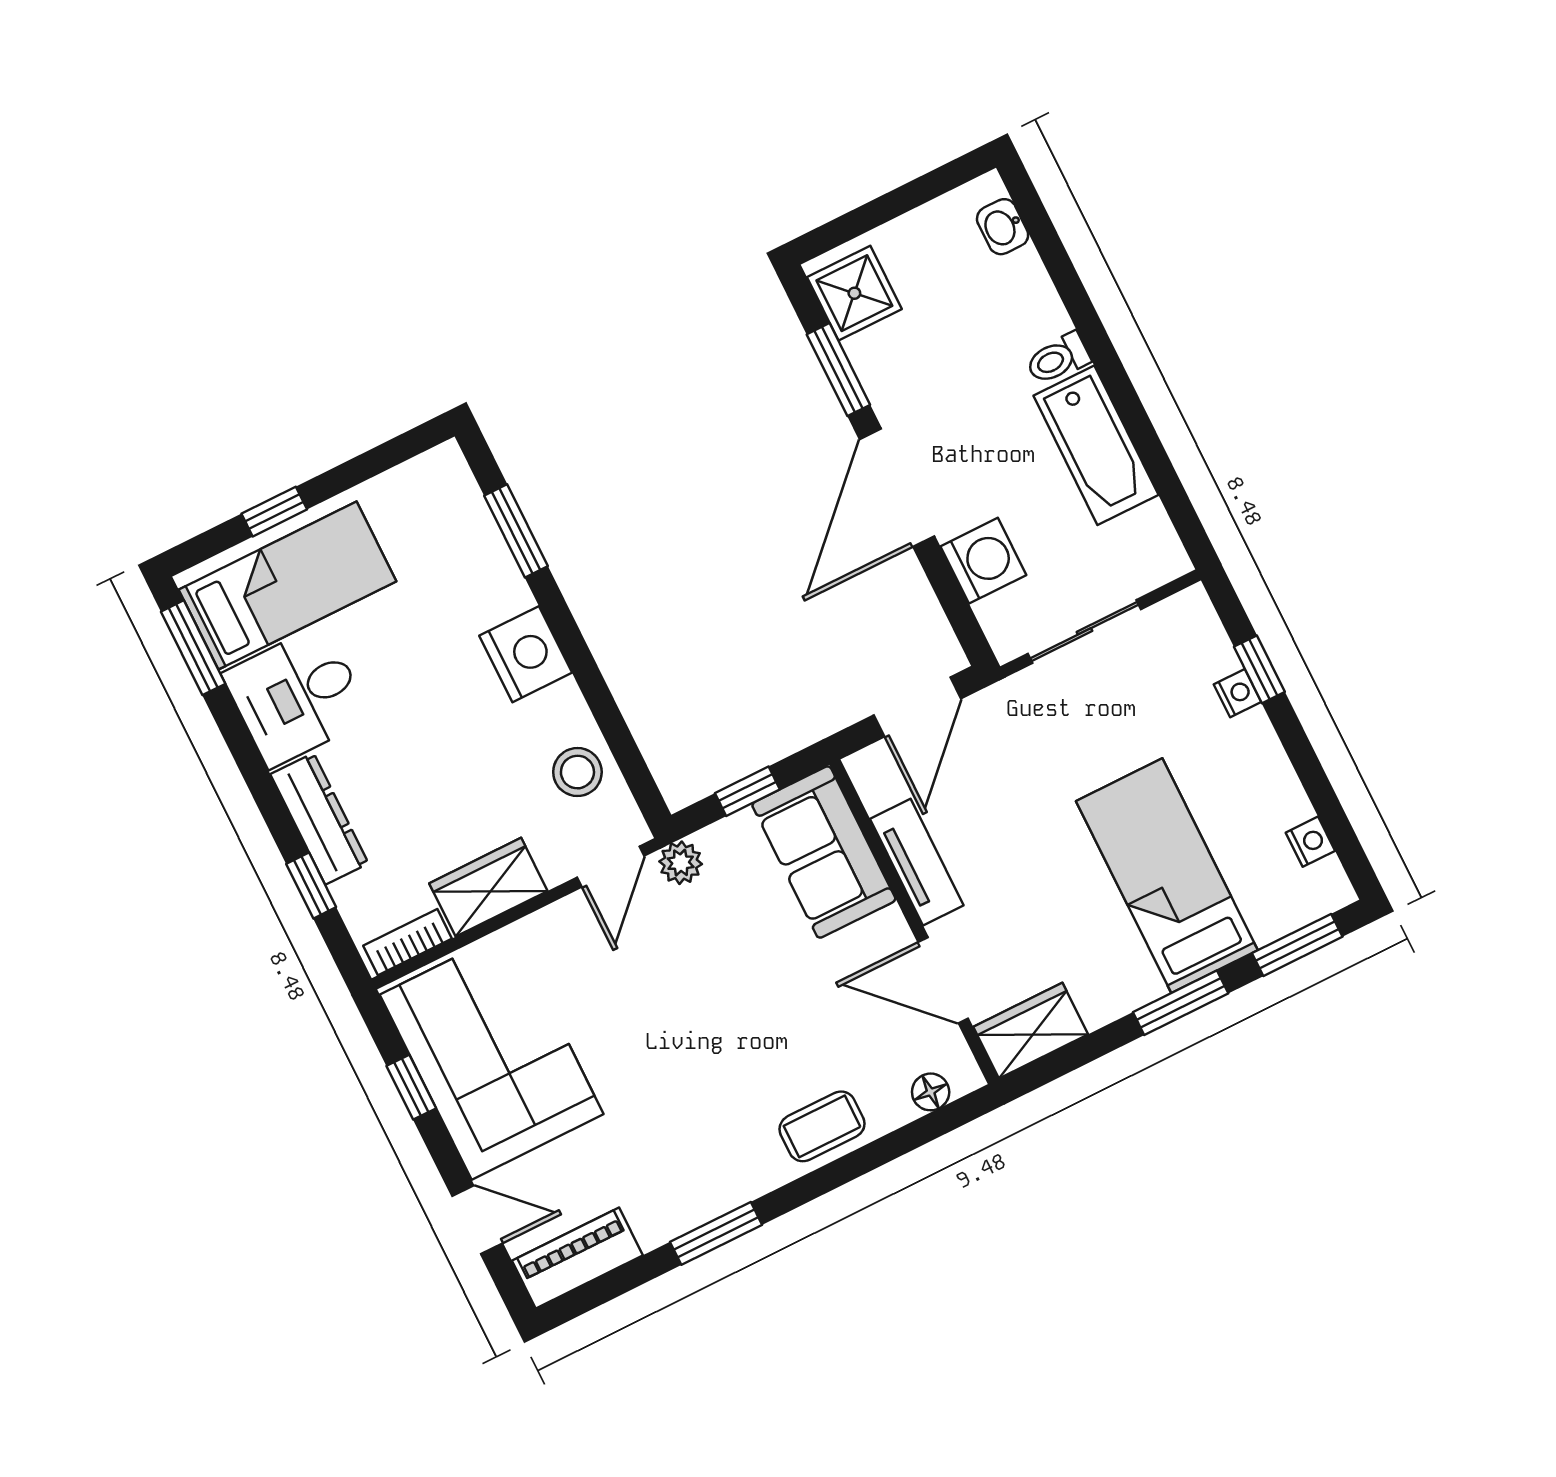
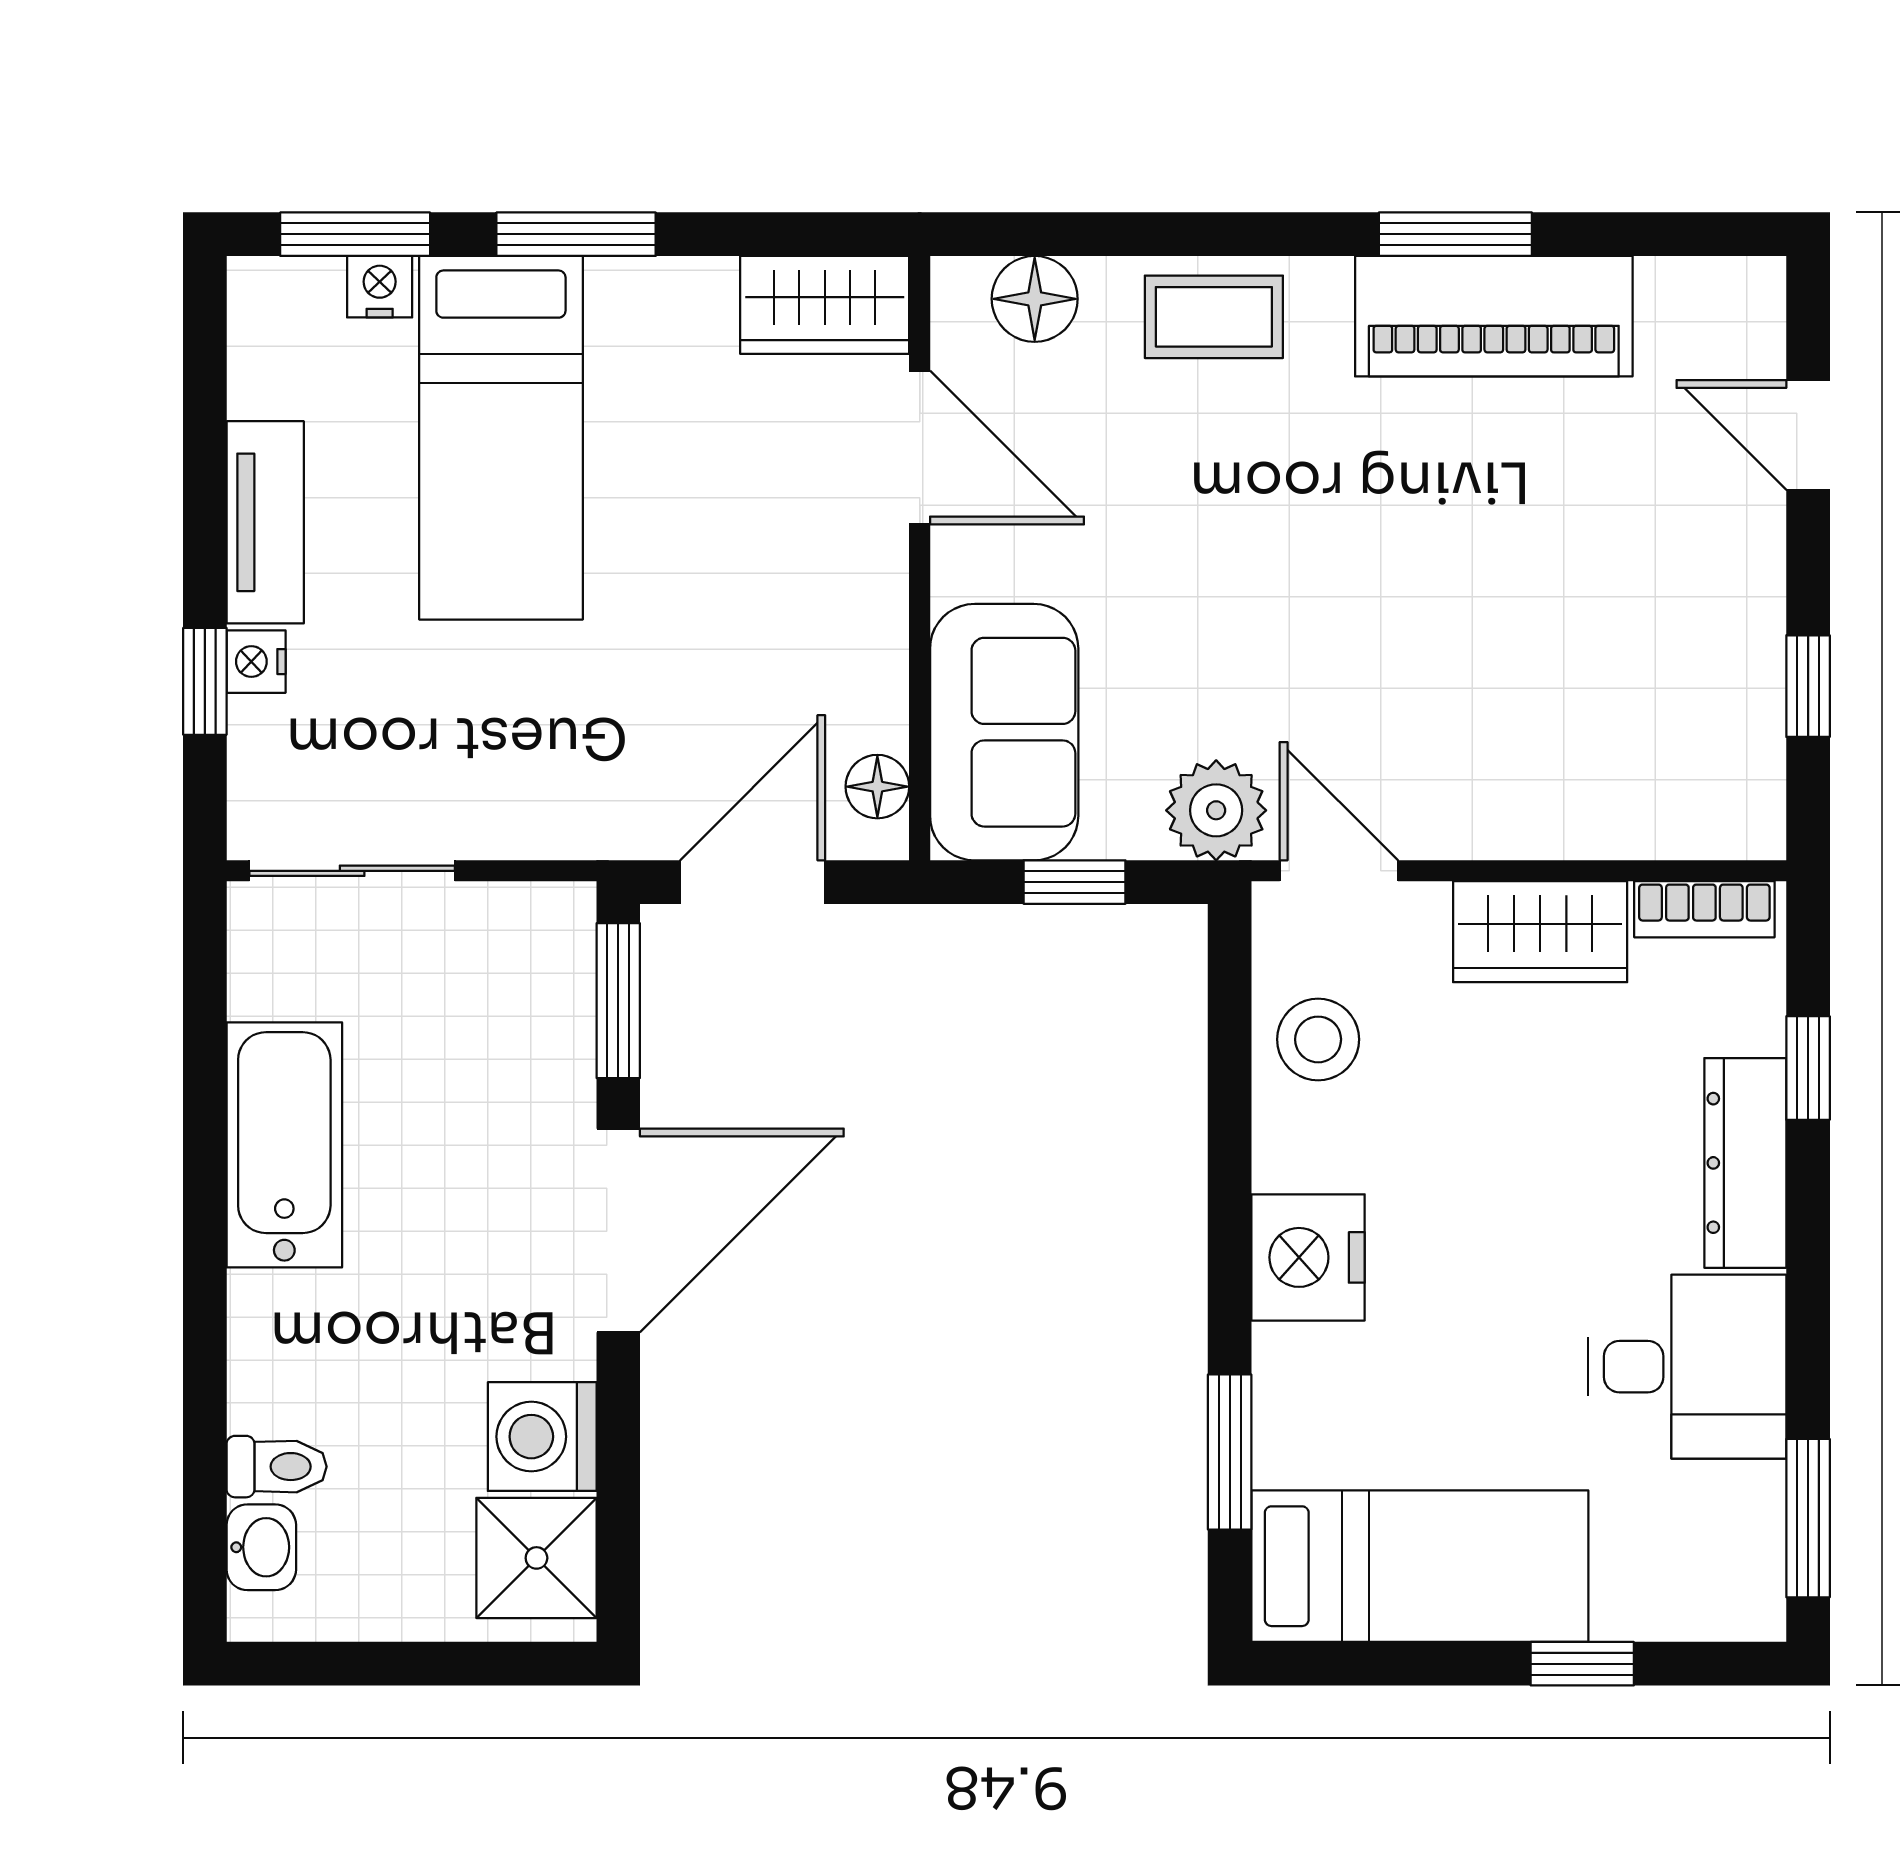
toilet: (1058, 359) -> (277, 1467), moved
window: (838, 370) -> (618, 1001), moved
washing machine: (983, 561) -> (542, 1437), moved
bed: (287, 586) -> (1420, 1566), moved, turned 180
sliding door: (1084, 631) -> (352, 871), moved
floor lamp: (877, 790) -> (877, 787), added
nightstand: (1310, 842) -> (380, 287), moved, turned 90
tv unit: (917, 862) -> (265, 522), moved, turned 180
plant: (681, 863) -> (1216, 810), width x1.38, depth x1.38
door: (611, 867) -> (1339, 871), hinge flipped
corner sofa: (492, 1054) -> (1661, 675), removed
floor lamp: (931, 1092) -> (1035, 299), width x1.37, depth x1.37
piano: (577, 1258) -> (1494, 316), moved, width x1.37, depth x1.33

